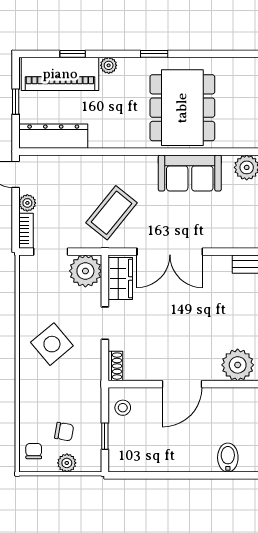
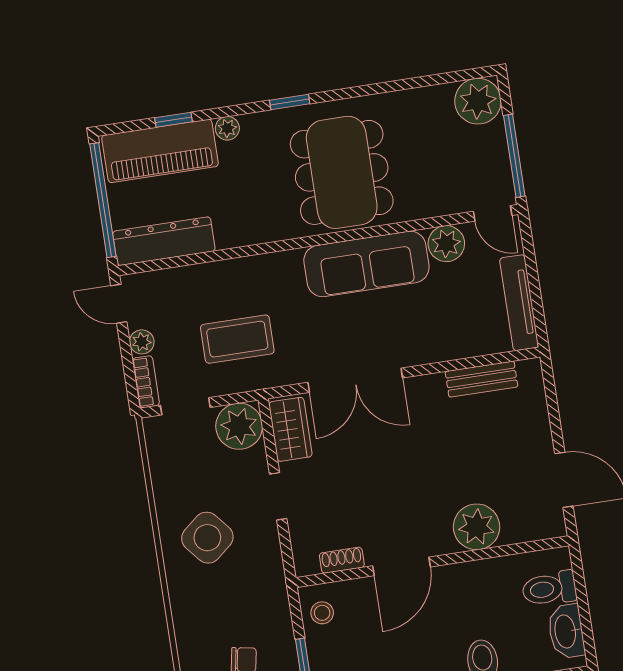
window: (16, 102) -> (103, 200), width x3.17
sofa: (190, 173) -> (366, 264), width x1.36
coffee table: (111, 213) -> (237, 339), moved, turned 51
shoe rack: (115, 366) -> (342, 560), moved, turned -90

